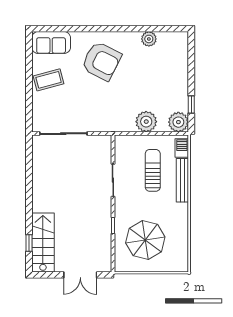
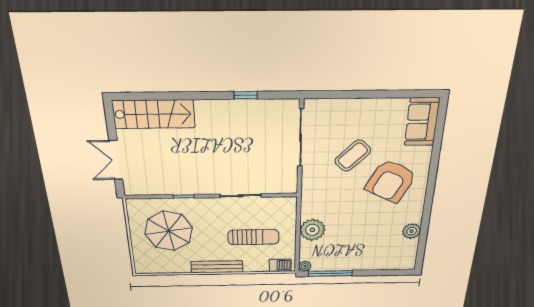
coffee table: (49, 80) -> (353, 156), moved, turned 60
window: (191, 105) -> (330, 273), width x2.17
plant: (178, 122) -> (305, 266), width x0.53, depth x0.53
bench: (182, 180) -> (217, 267), moved
window: (29, 243) -> (246, 95), moved

